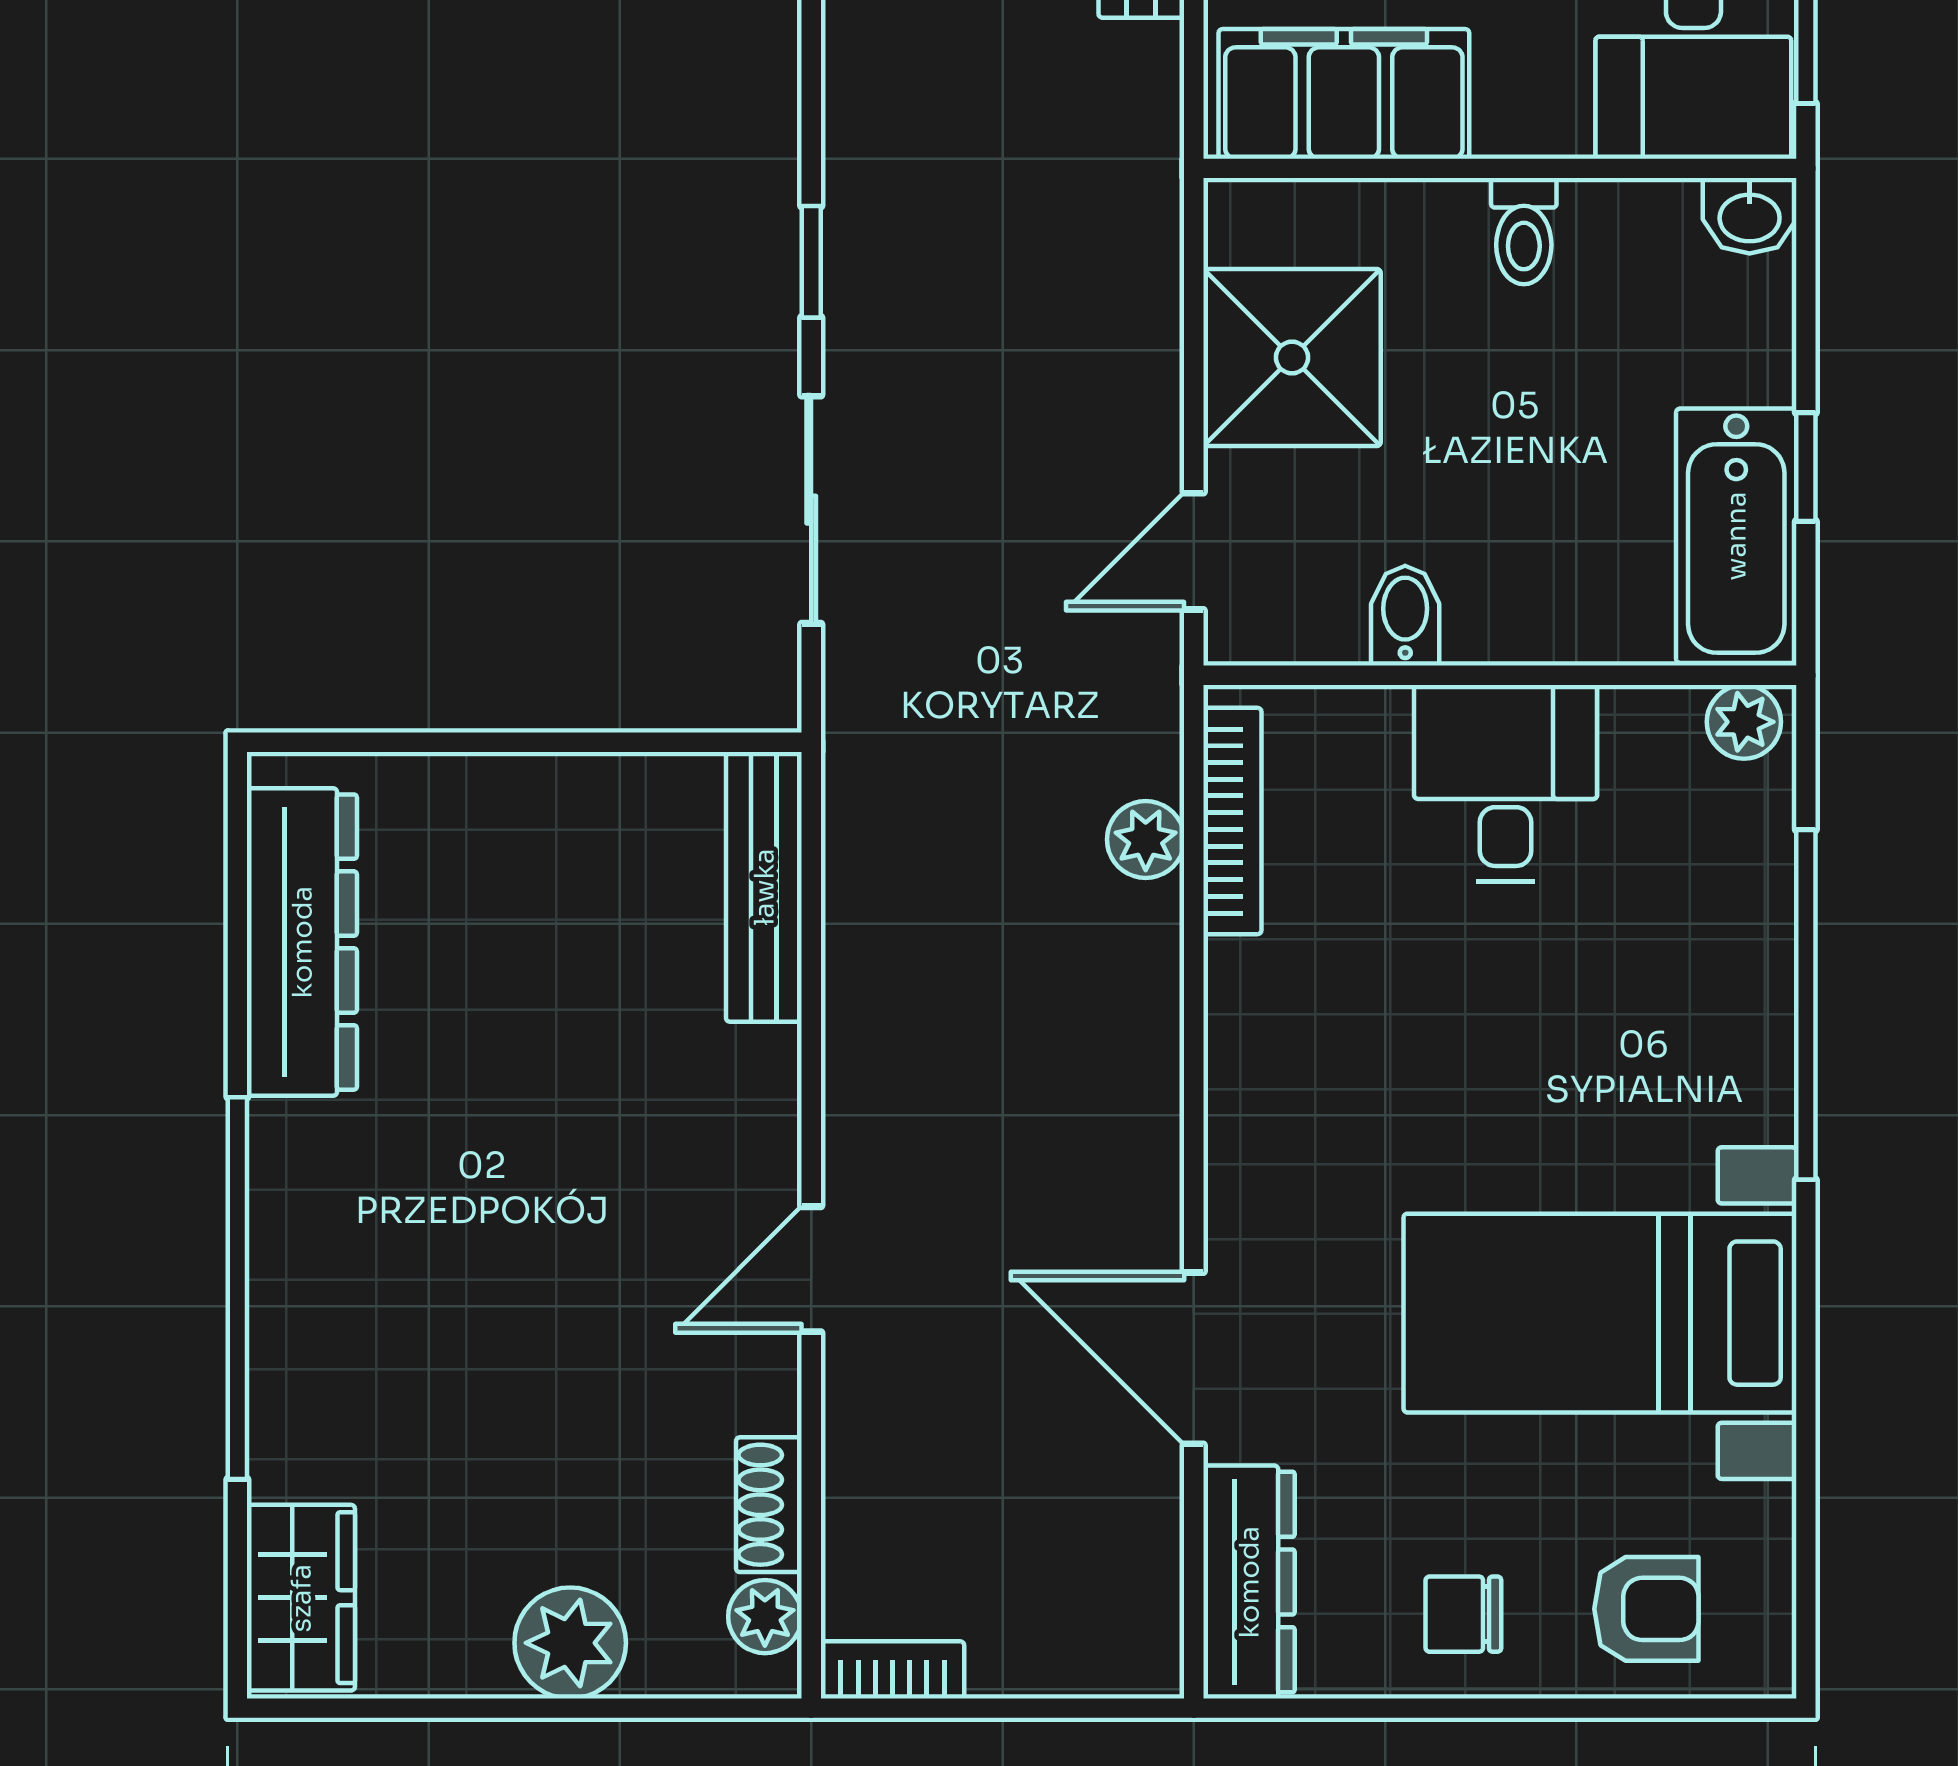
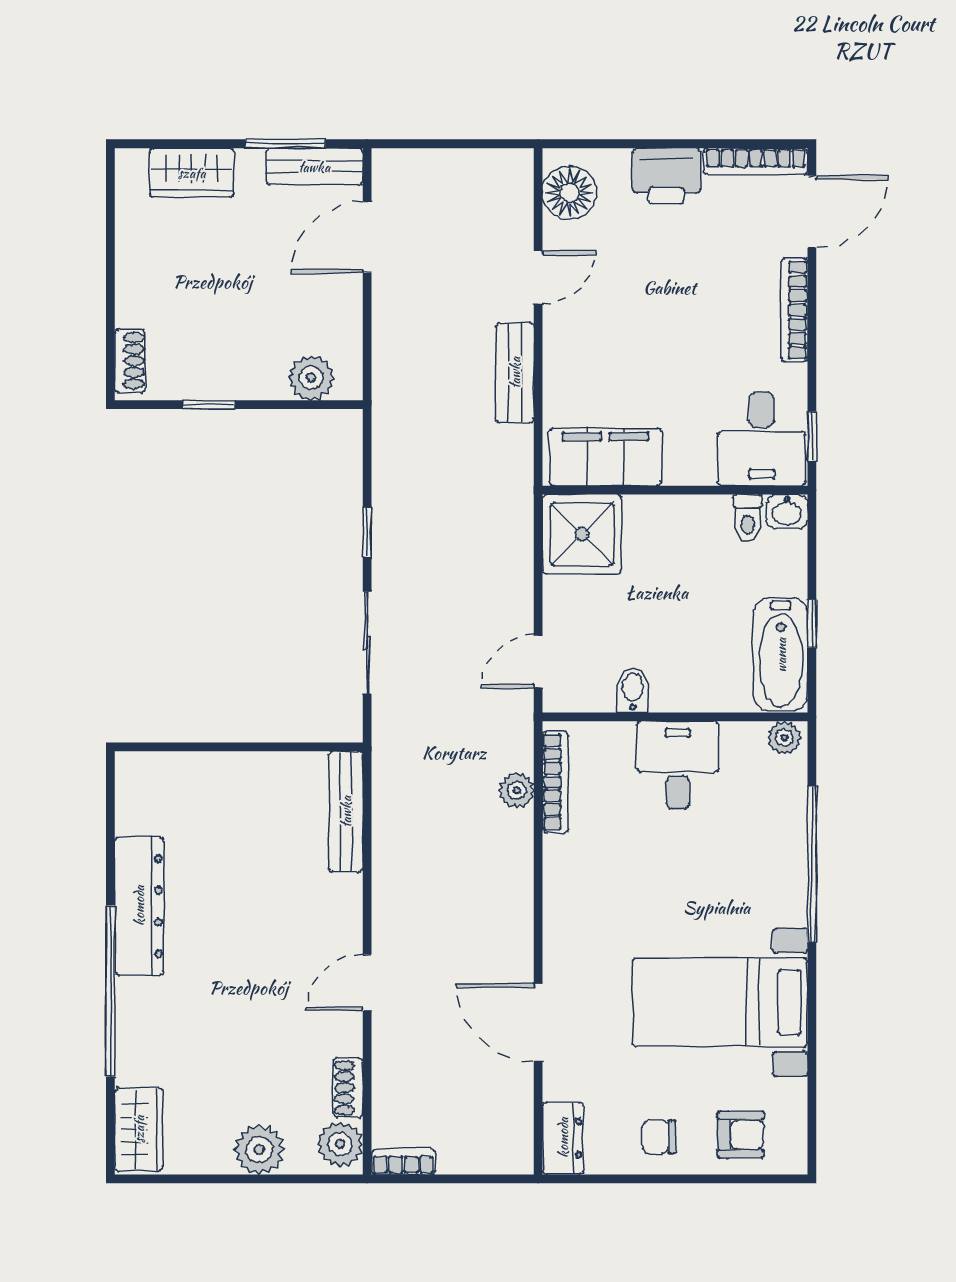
toilet: (1524, 231) -> (748, 518), moved
shower: (1292, 357) -> (582, 534), moved
dresser: (302, 942) -> (139, 906), moved
dresser: (1249, 1582) -> (563, 1138), width x0.70
plant: (765, 1617) -> (340, 1144), width x1.38, depth x1.38

